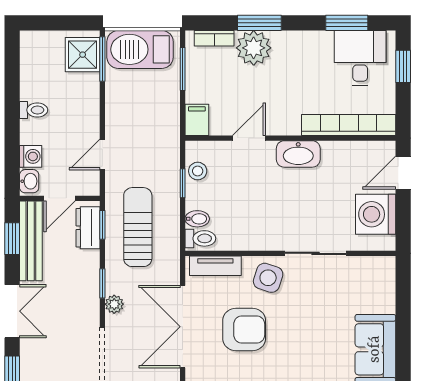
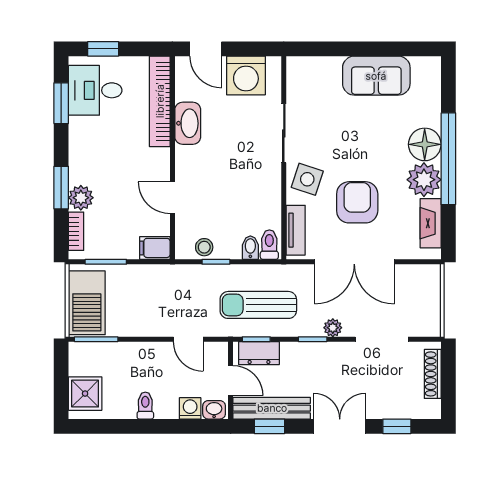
plant: (254, 48) -> (81, 198), width x0.73, depth x0.73
shower: (83, 55) -> (85, 394), moved
washbasin: (298, 154) -> (188, 123), moved

